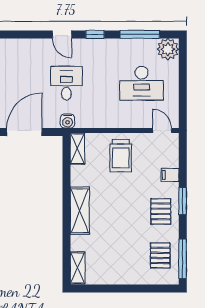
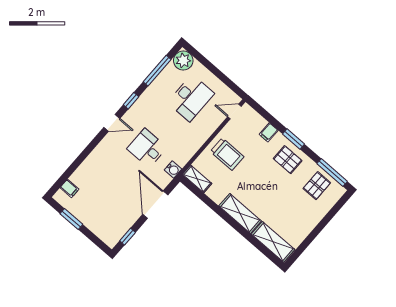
pallet: (160, 255) -> (317, 186), turned 90
shelving: (78, 268) -> (273, 242), width x1.50, depth x1.33

